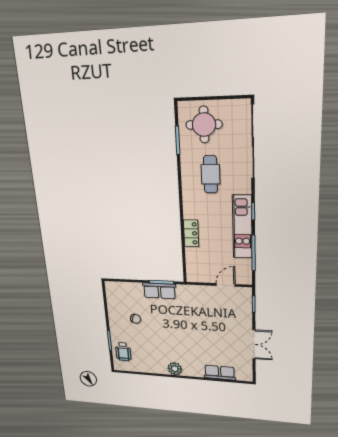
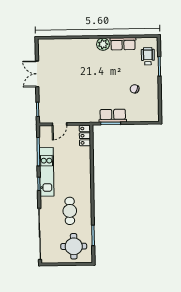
locker: (191, 233) -> (85, 136), moved
row of seats: (220, 373) -> (123, 44), moved

